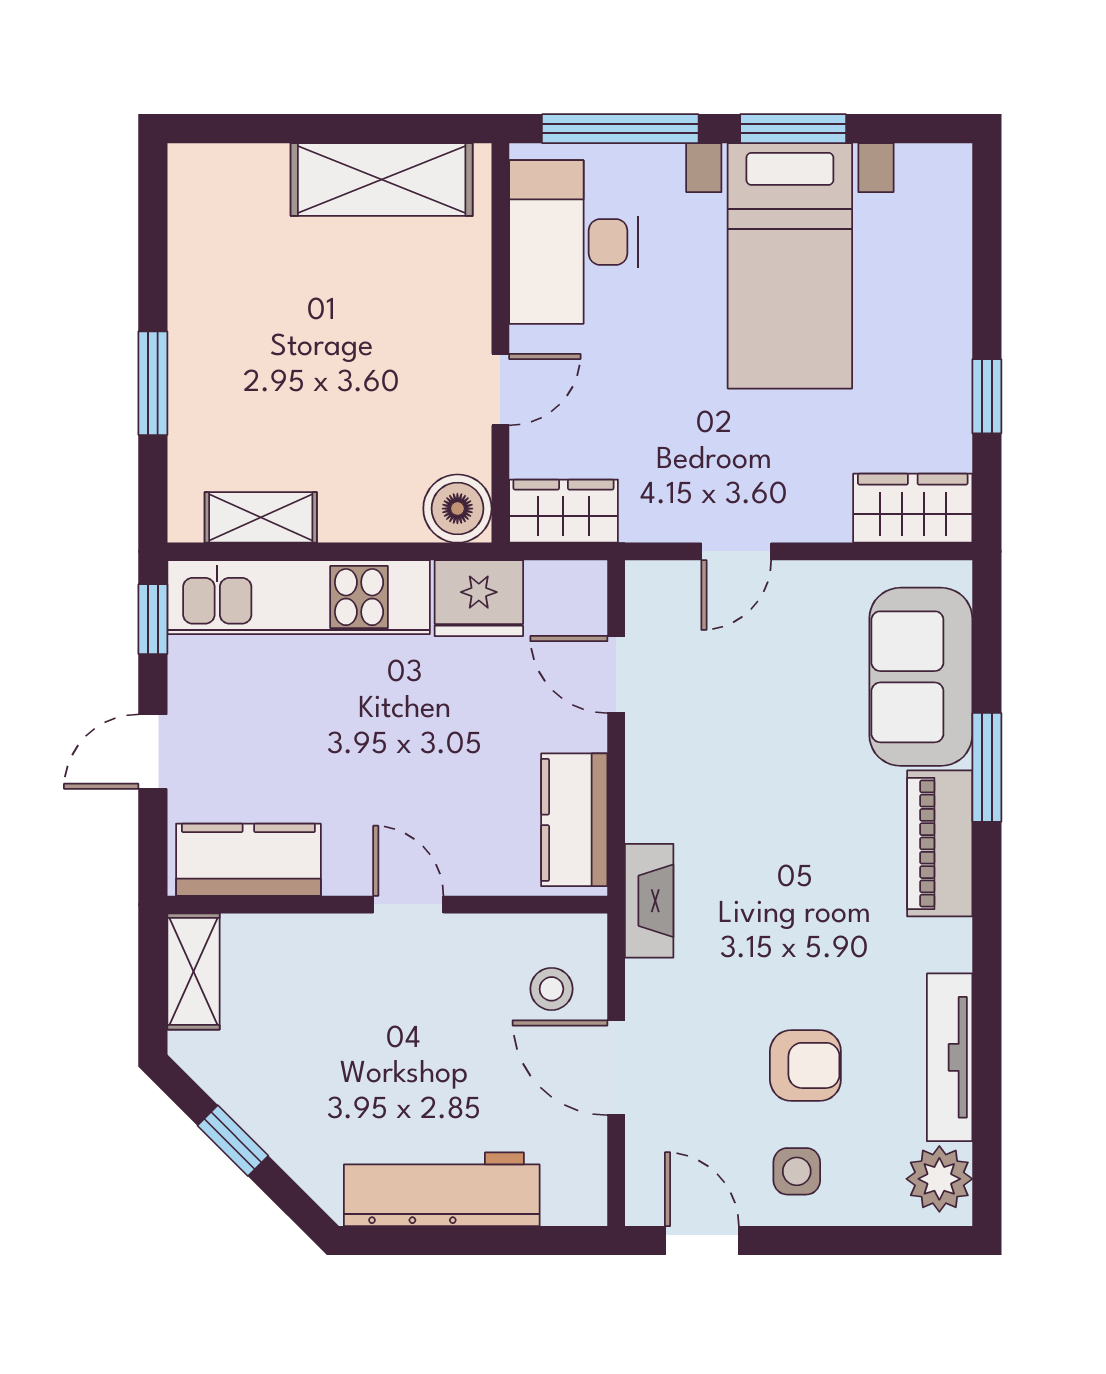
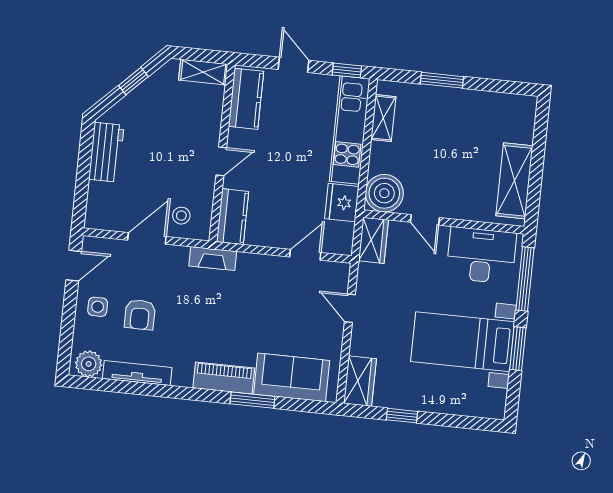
boiler: (457, 509) -> (384, 193), width x1.37, depth x1.37
kitchen counter: (574, 820) -> (233, 217), moved, turned 90
workbench: (442, 1189) -> (106, 152), width x0.73

